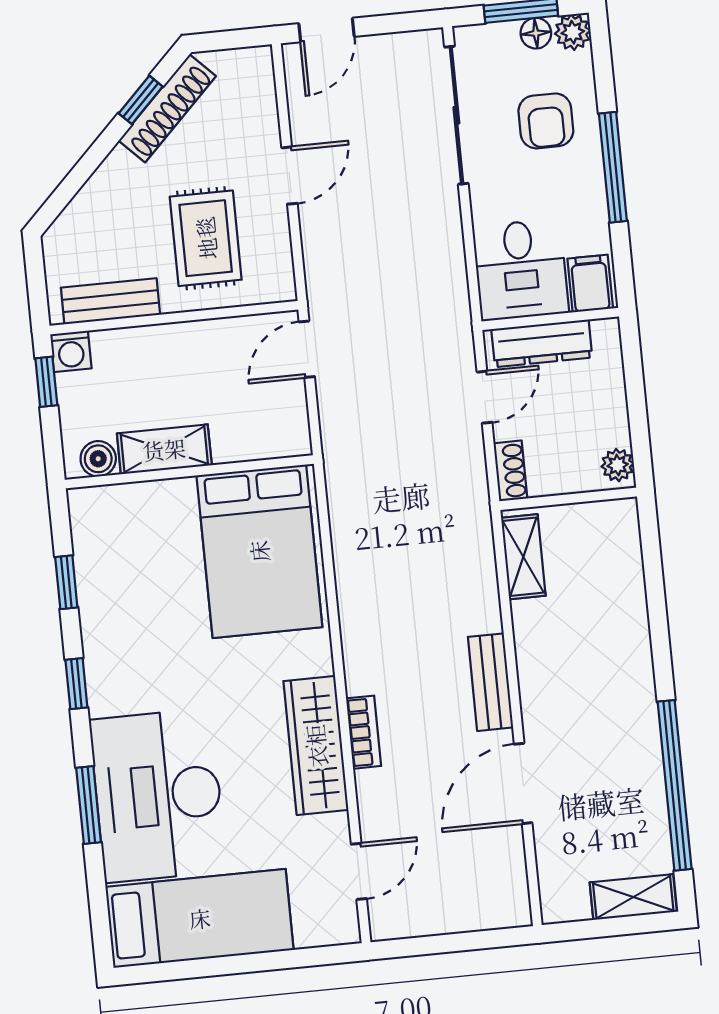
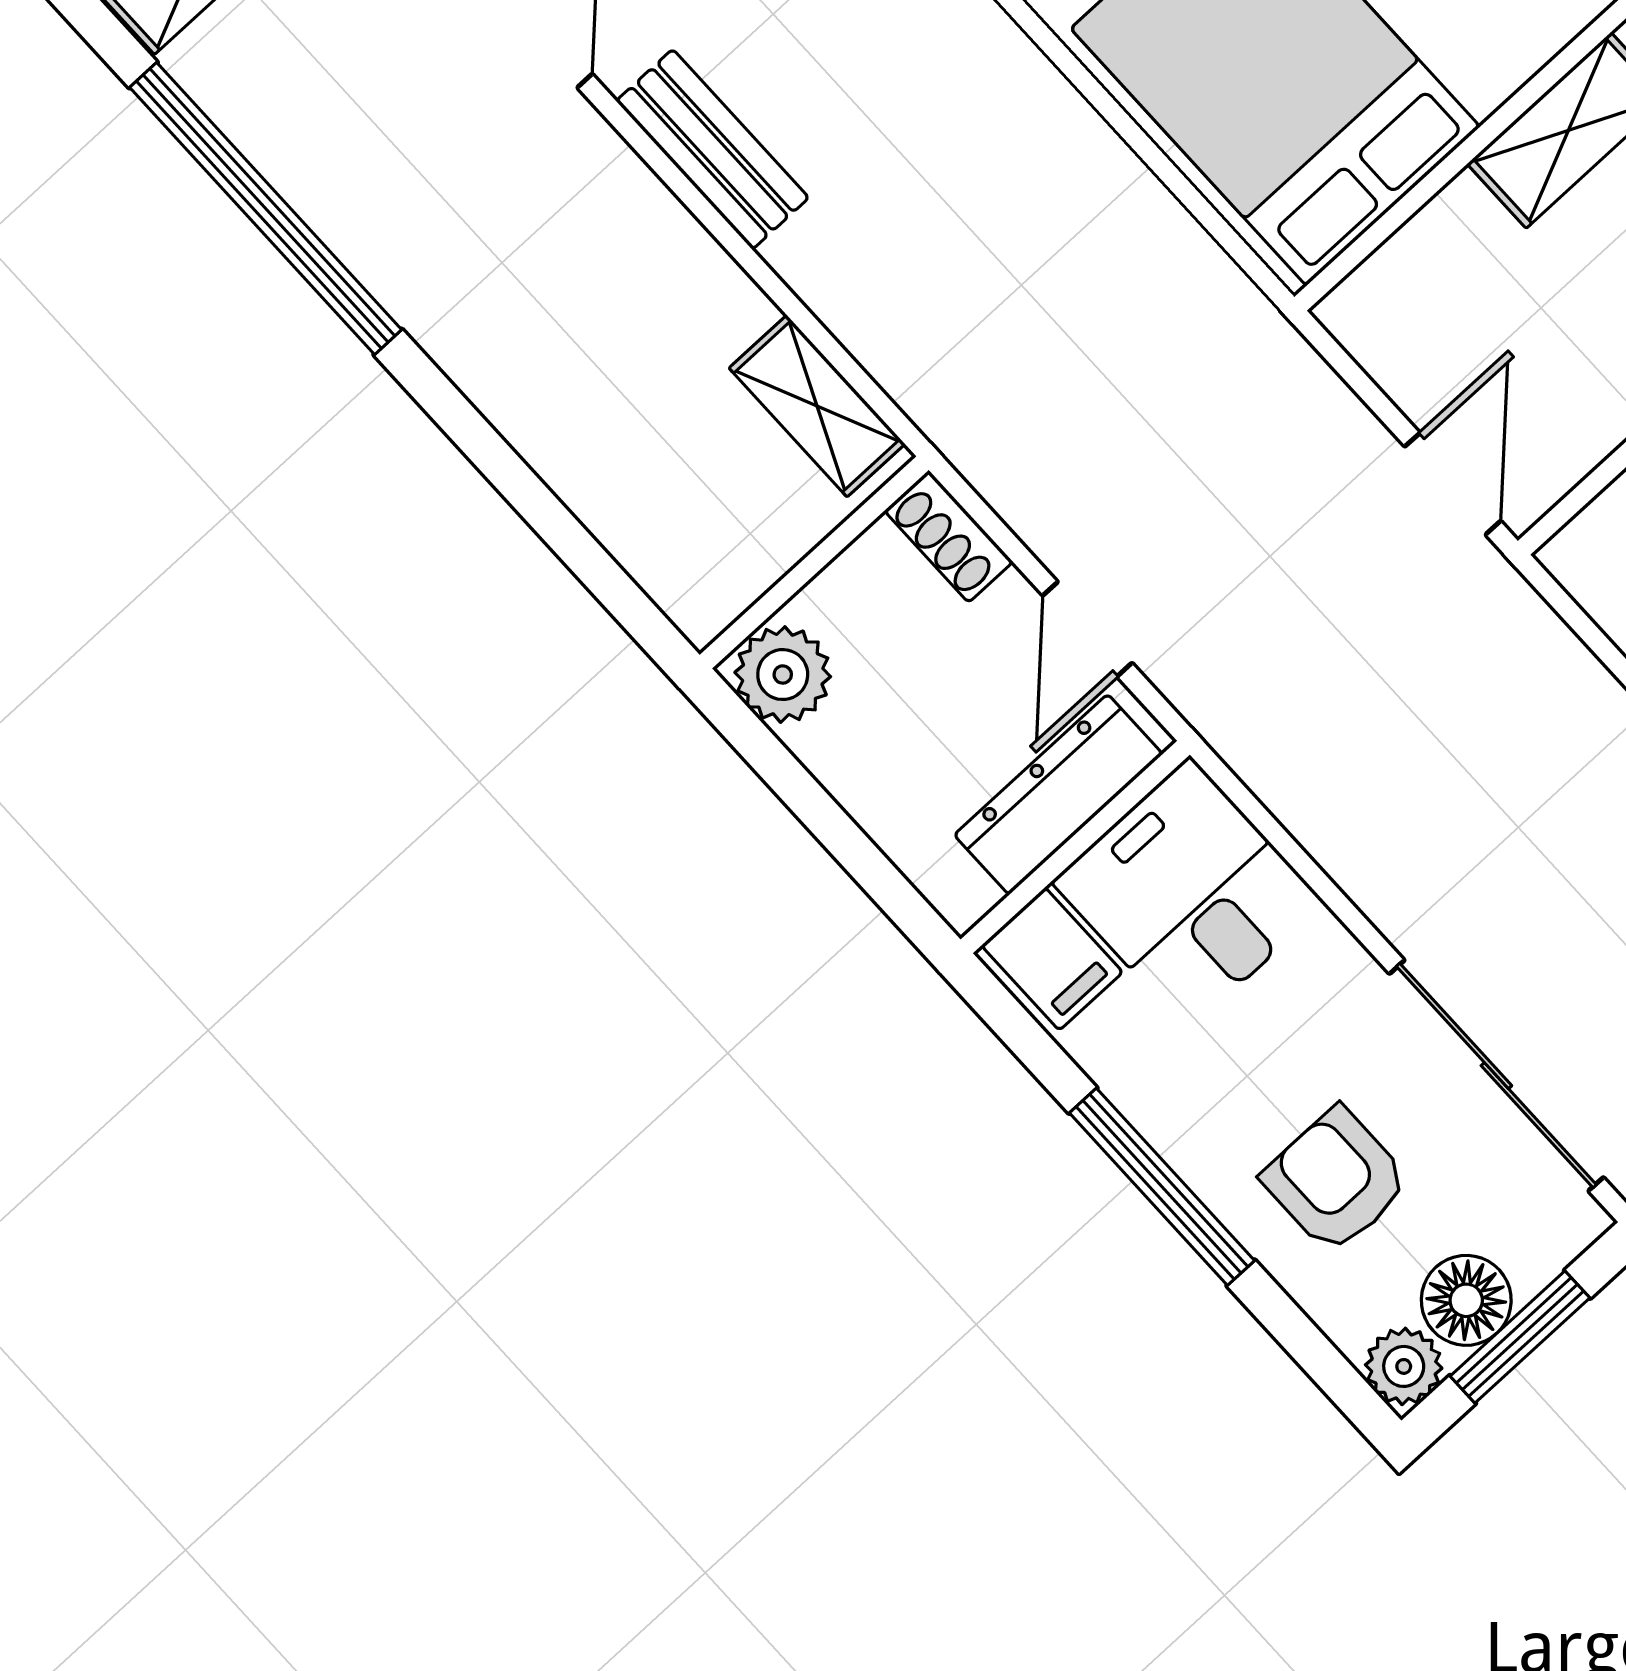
floor lamp: (536, 33) -> (1466, 1300), width x1.37, depth x1.37
plant: (618, 465) -> (783, 675), width x1.38, depth x1.38

